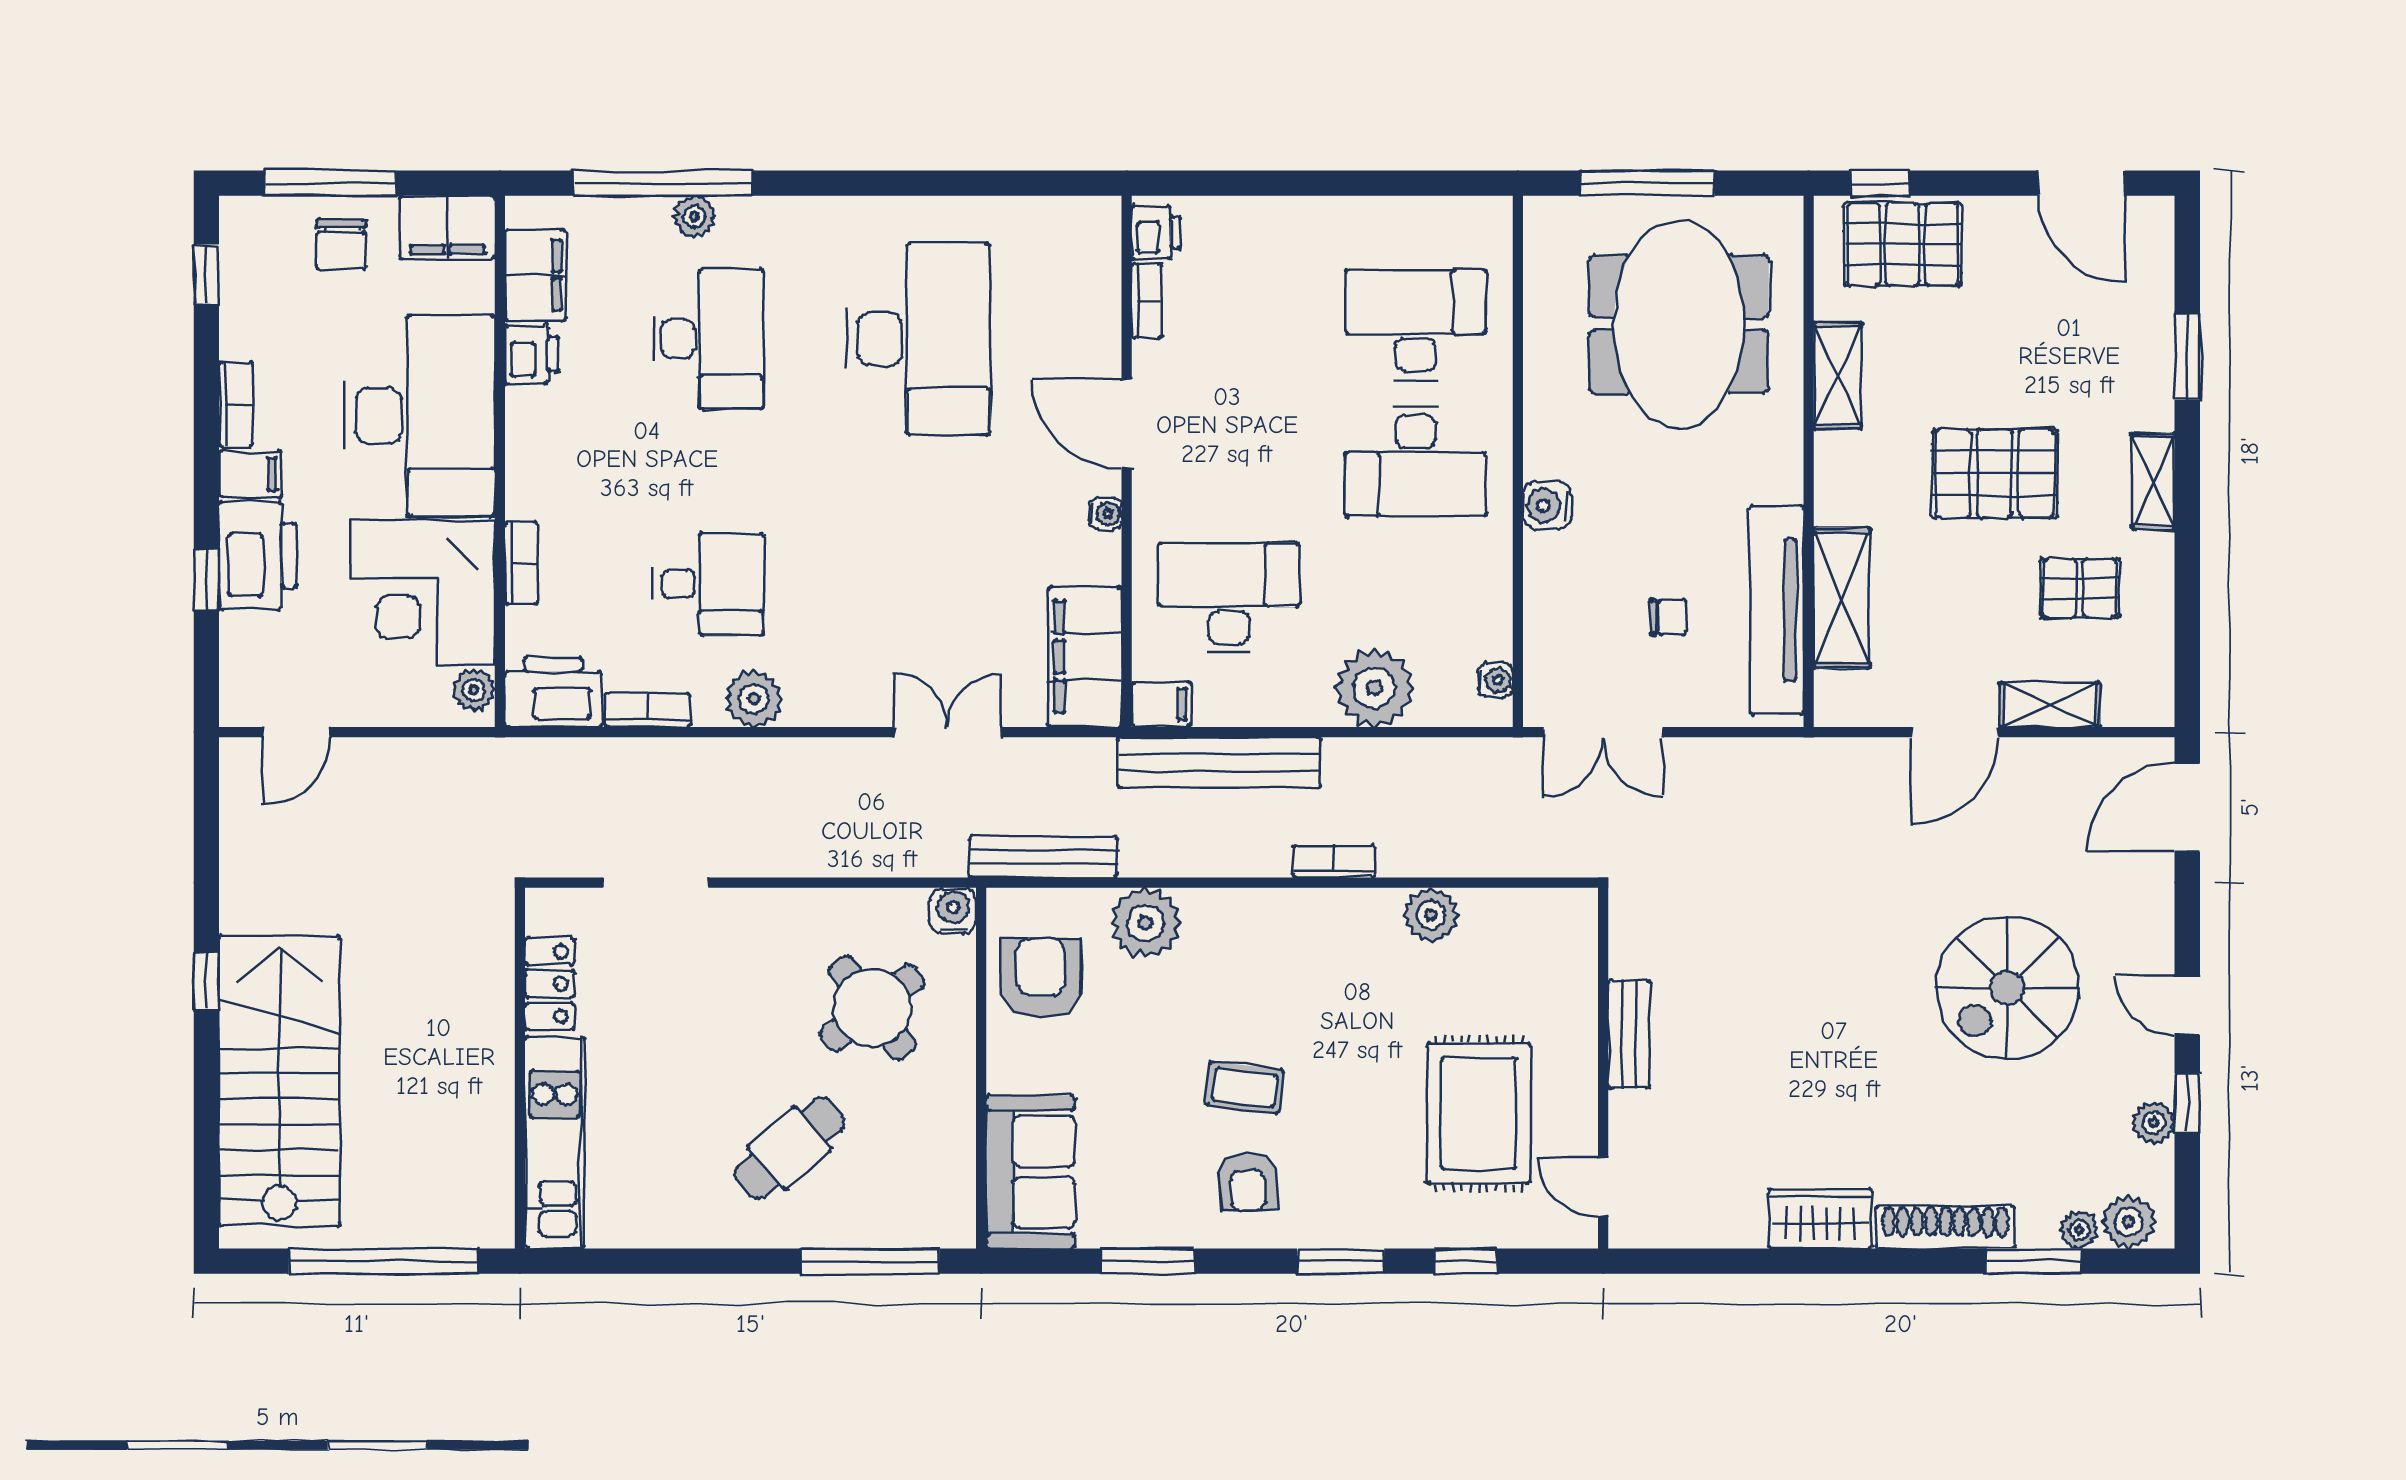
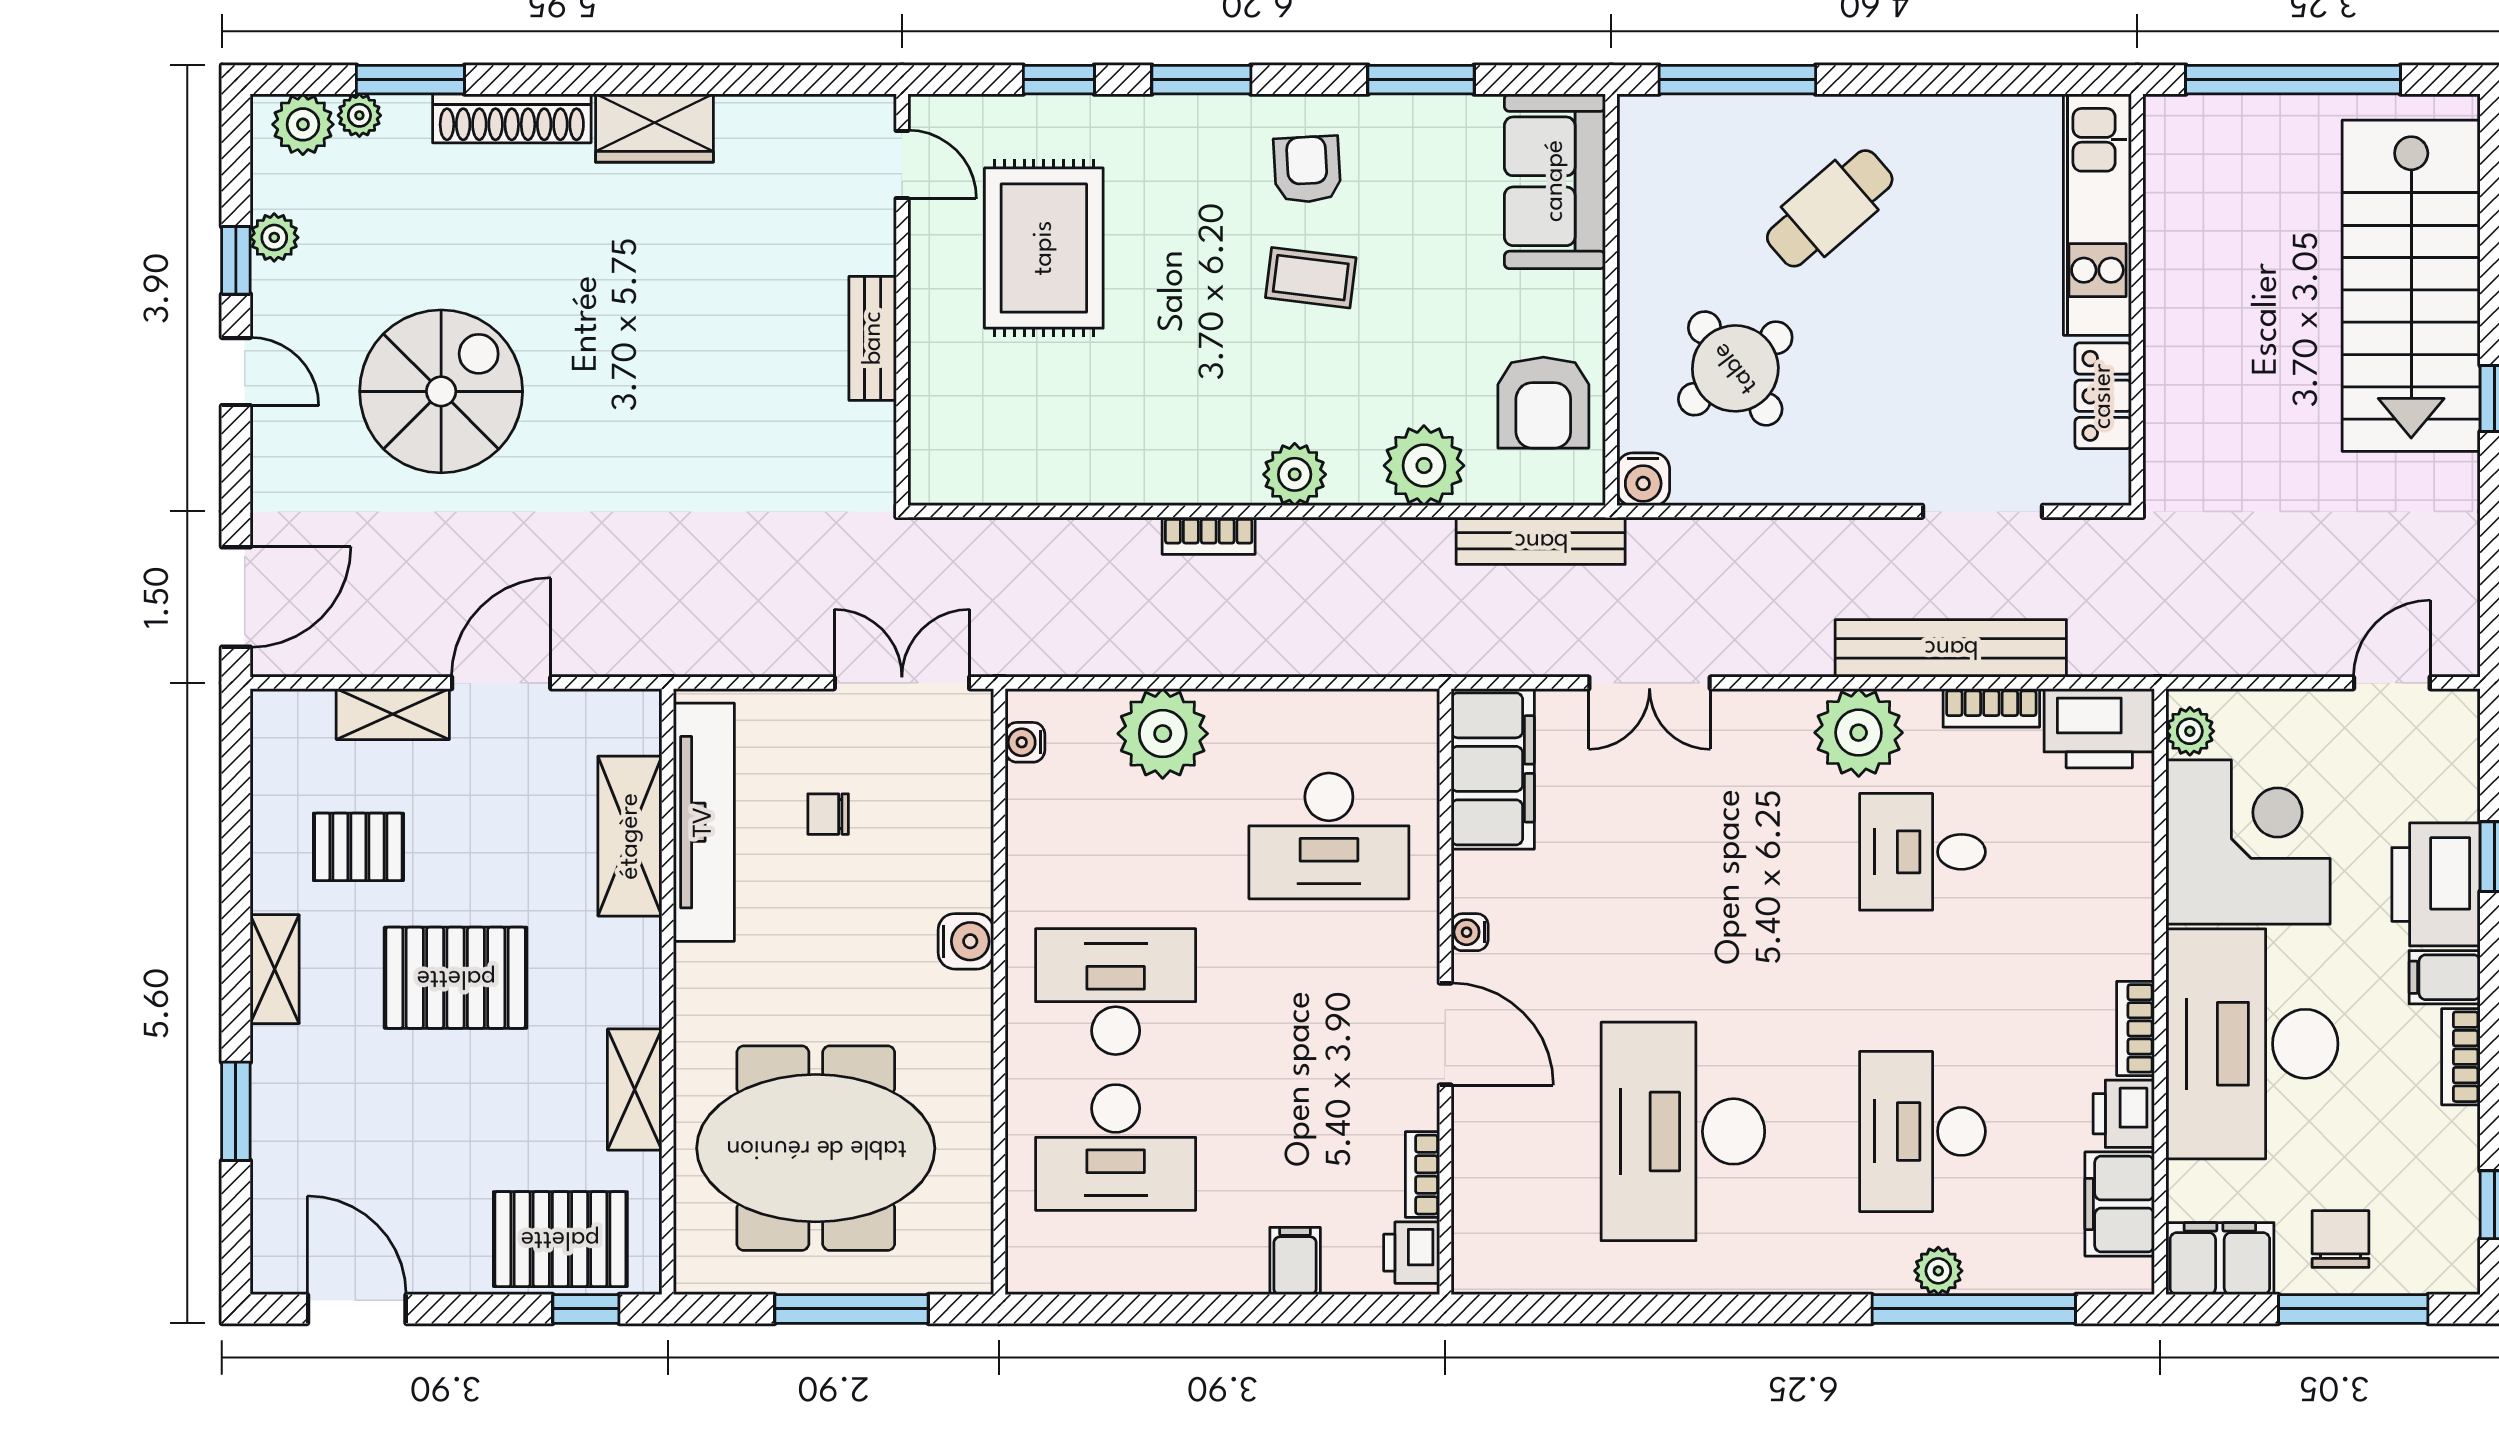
meeting table: (1679, 324) -> (816, 1148), turned 90
bookcase: (521, 563) -> (2135, 1028), moved
plant: (754, 699) -> (1859, 733), width x1.36, depth x1.36
filing cabinet: (1161, 704) -> (1295, 1261), moved, turned 90
bench: (1219, 762) -> (1951, 648), moved
plant: (1431, 915) -> (1295, 474), moved

